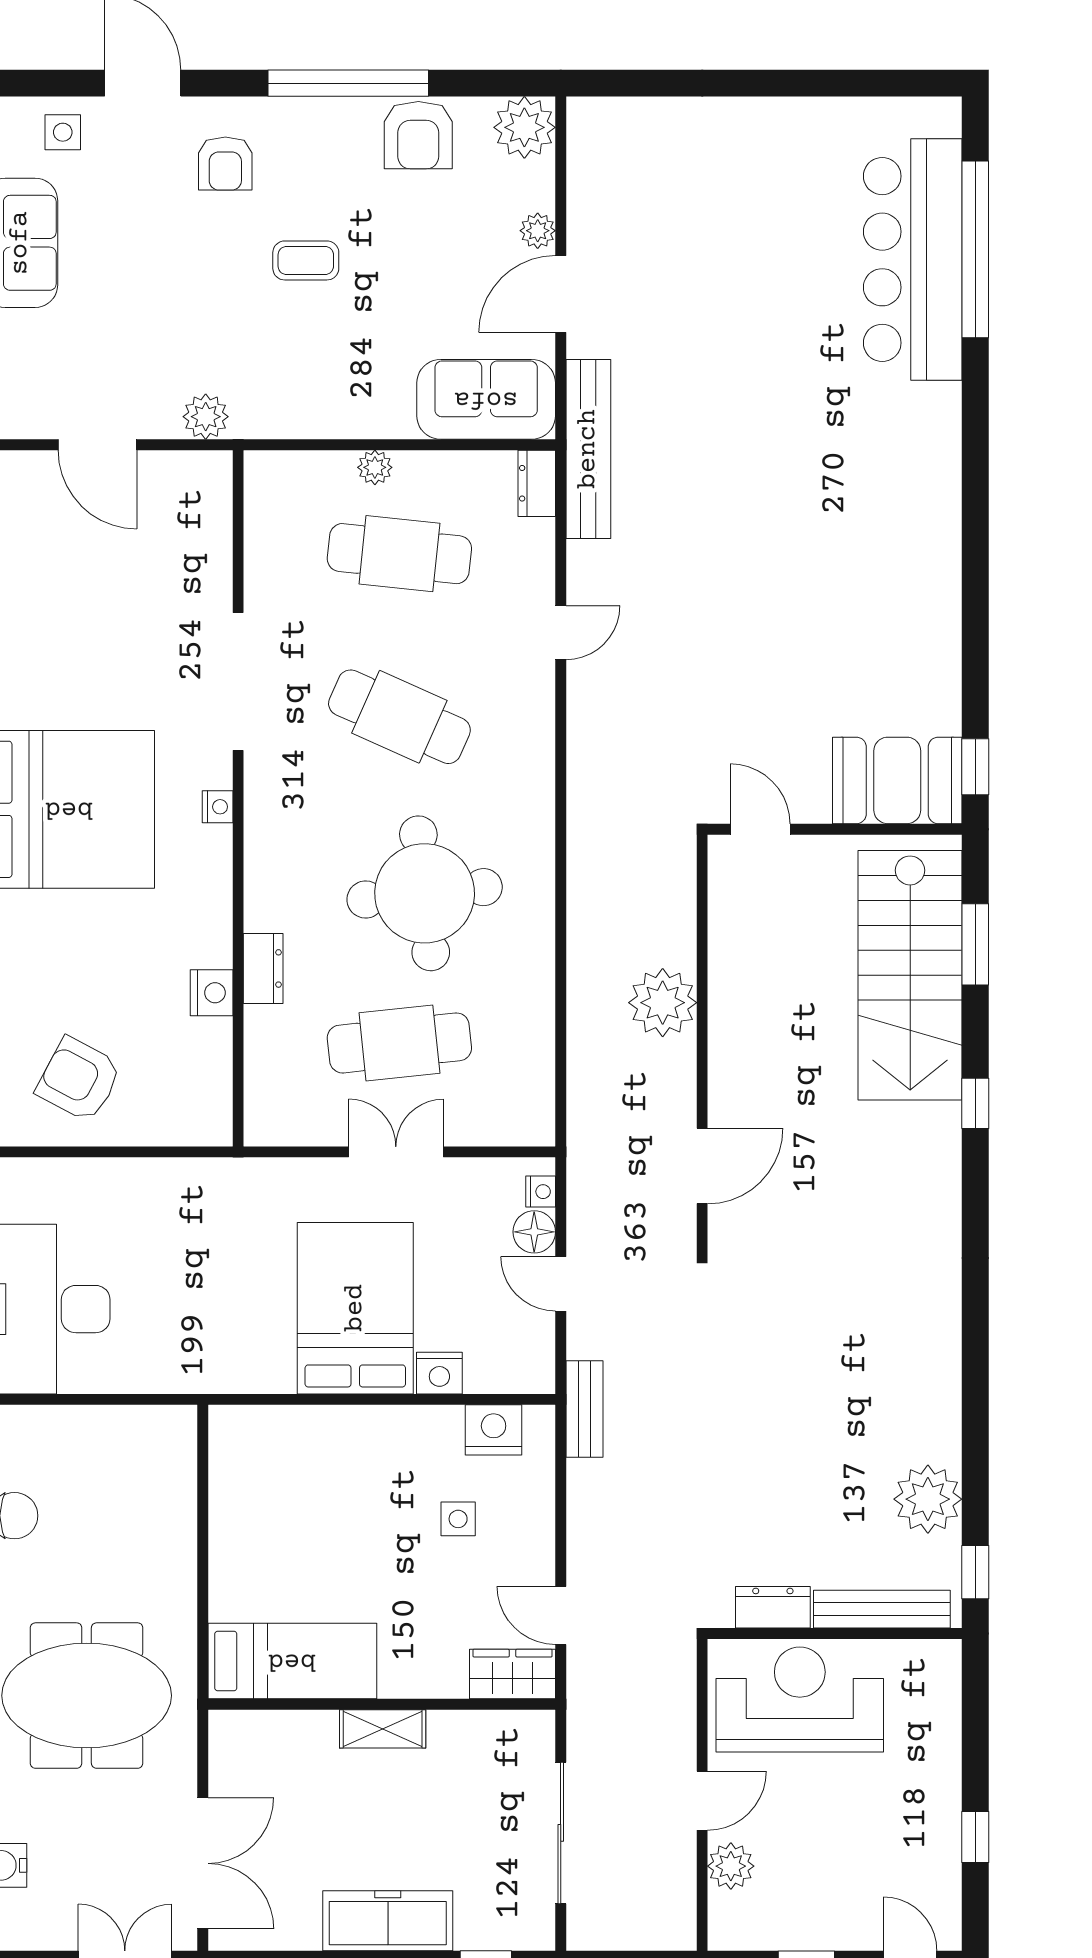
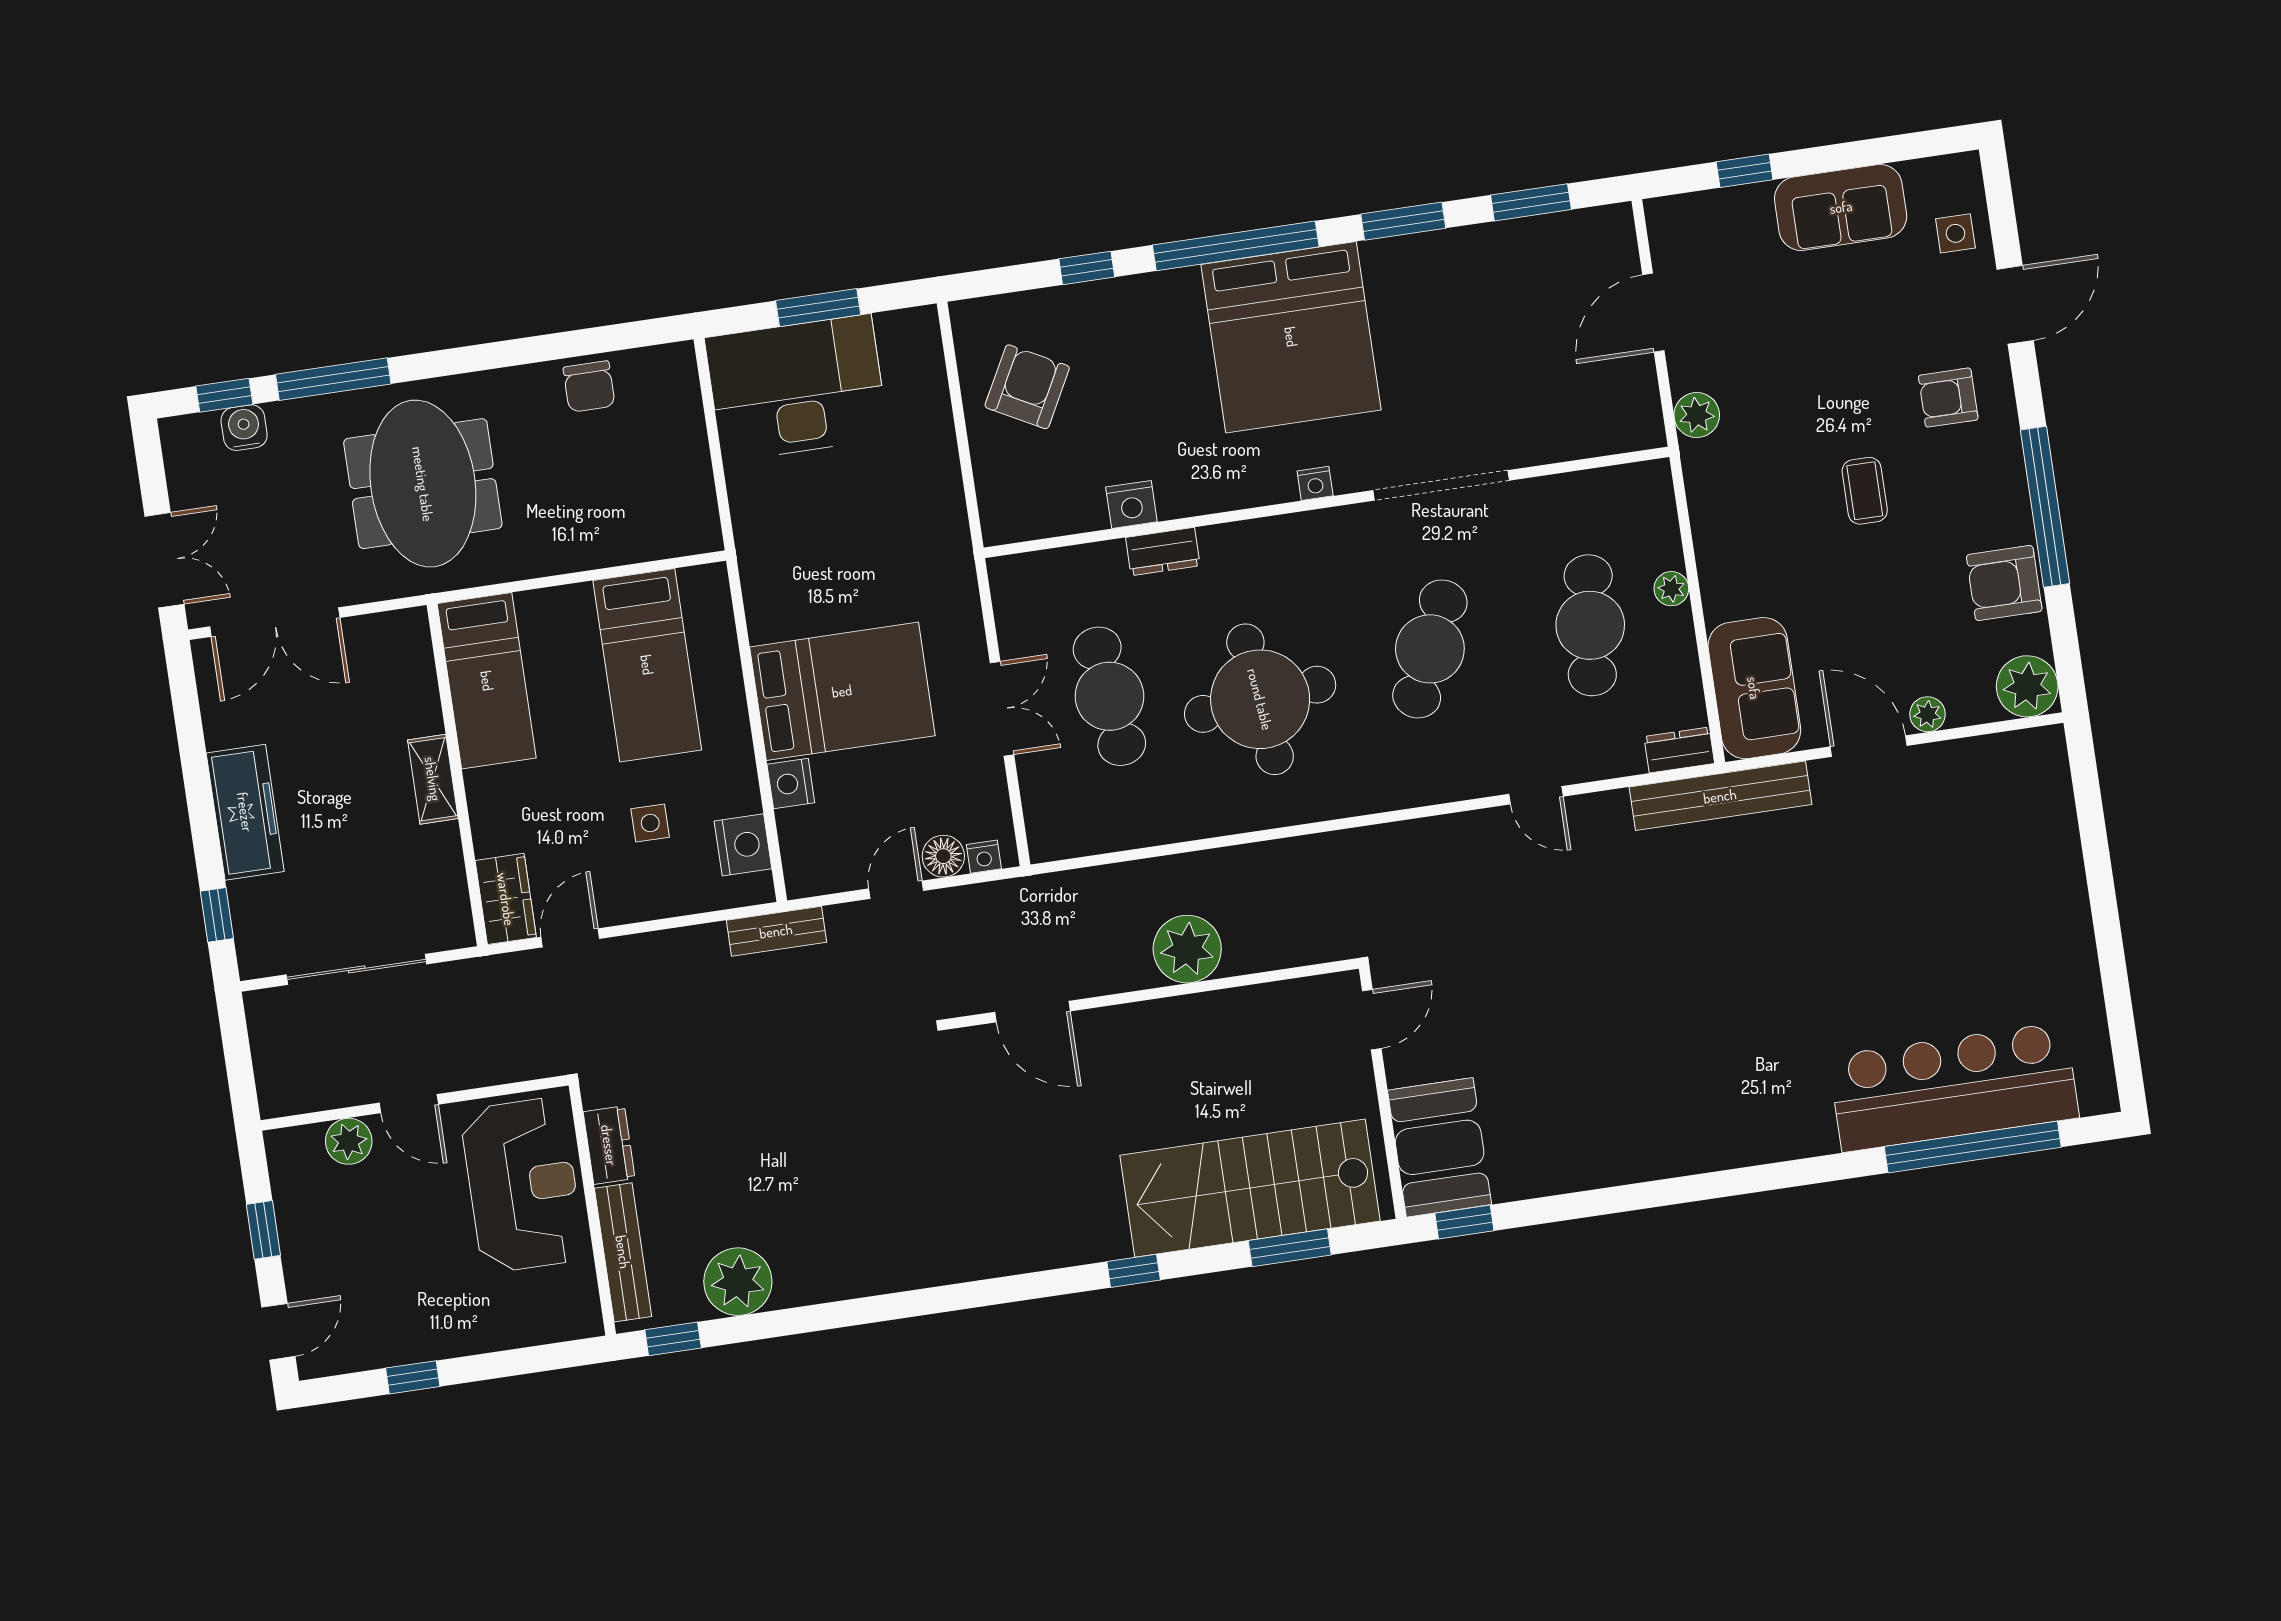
bed: (301, 1499) -> (647, 665), added

